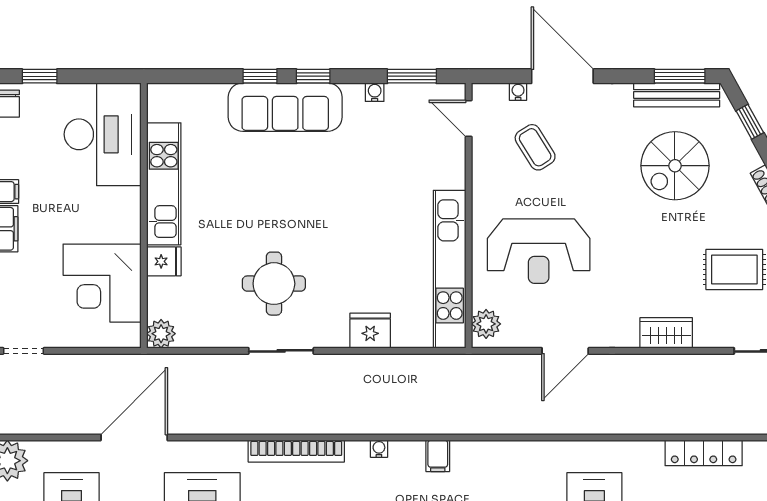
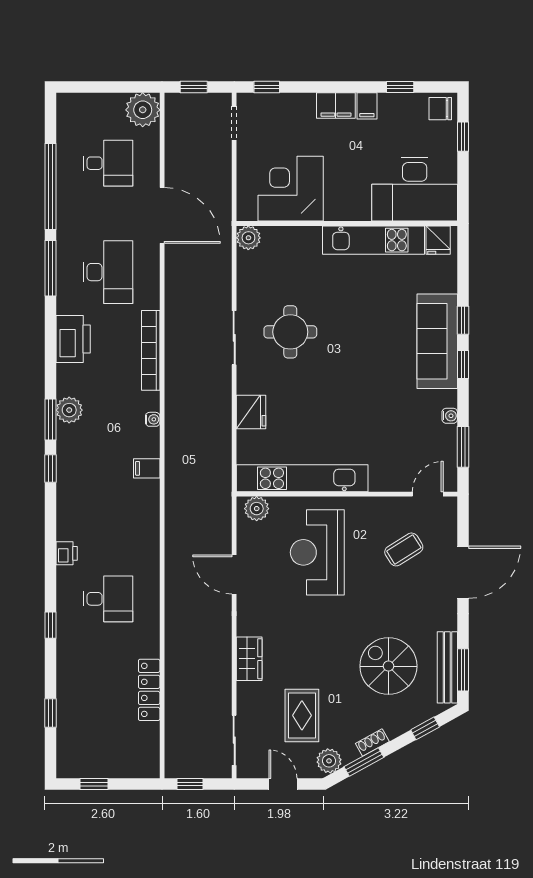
water cooler: (518, 92) -> (450, 535), removed
fridge: (164, 261) -> (438, 240), moved

